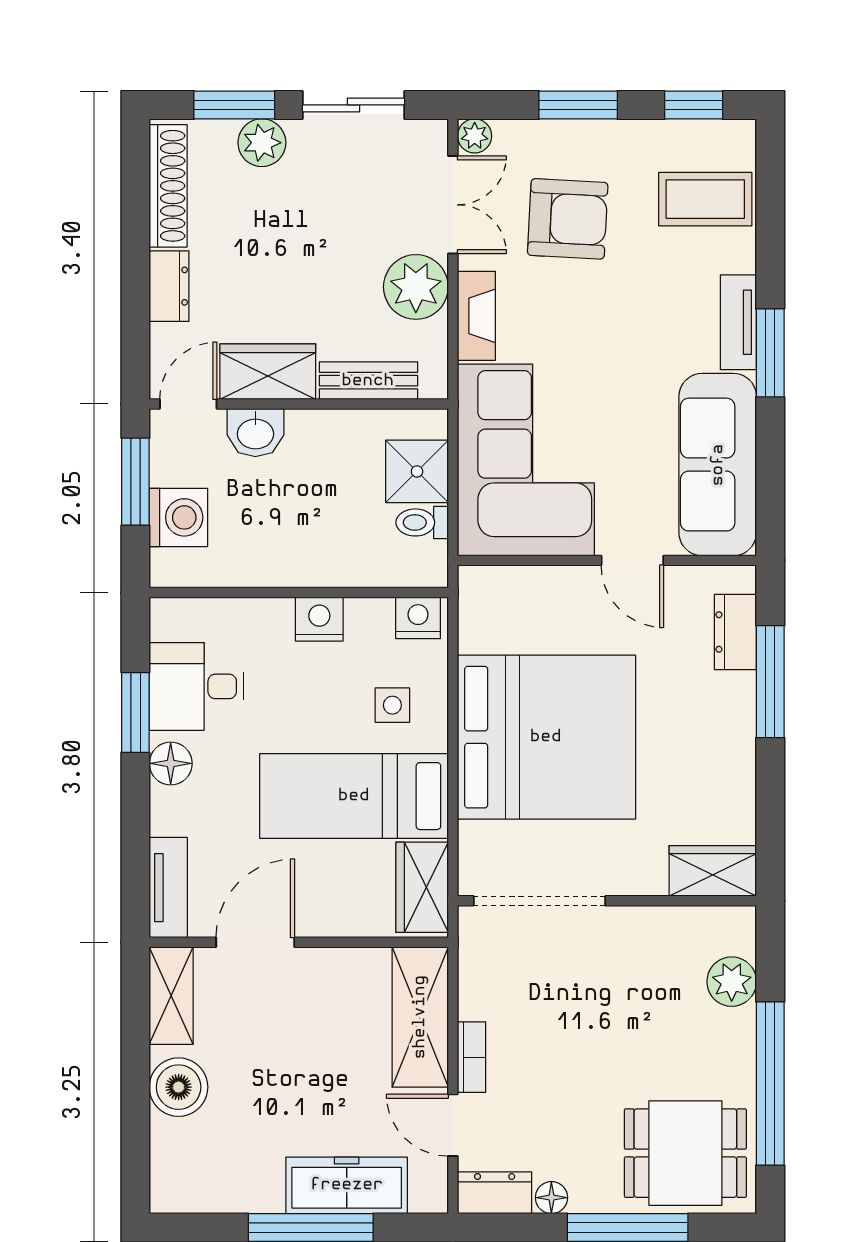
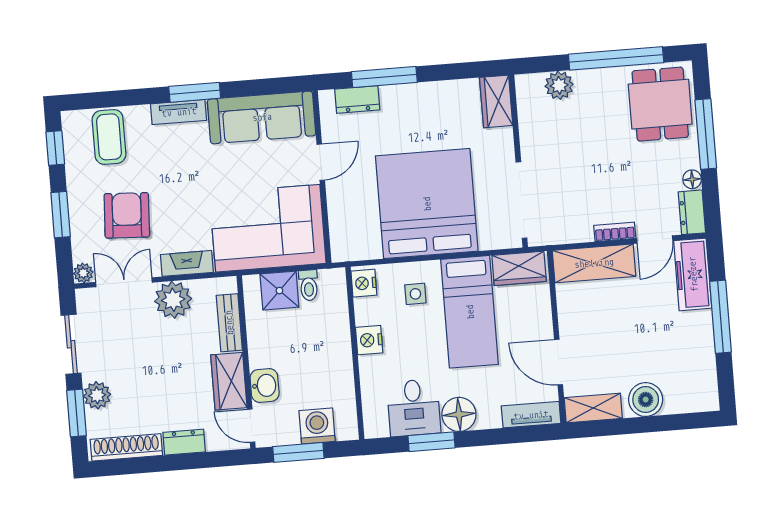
floor lamp: (171, 763) -> (459, 414), width x1.38, depth x1.38
freezer: (347, 1185) -> (693, 274), moved

